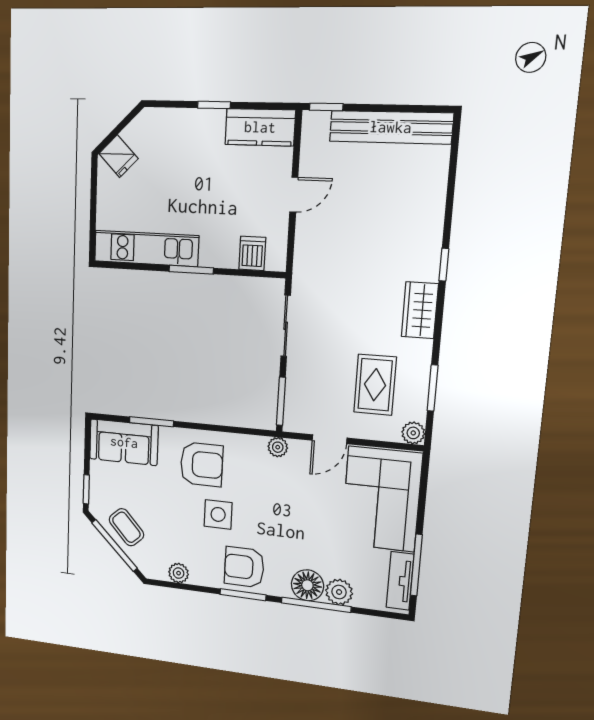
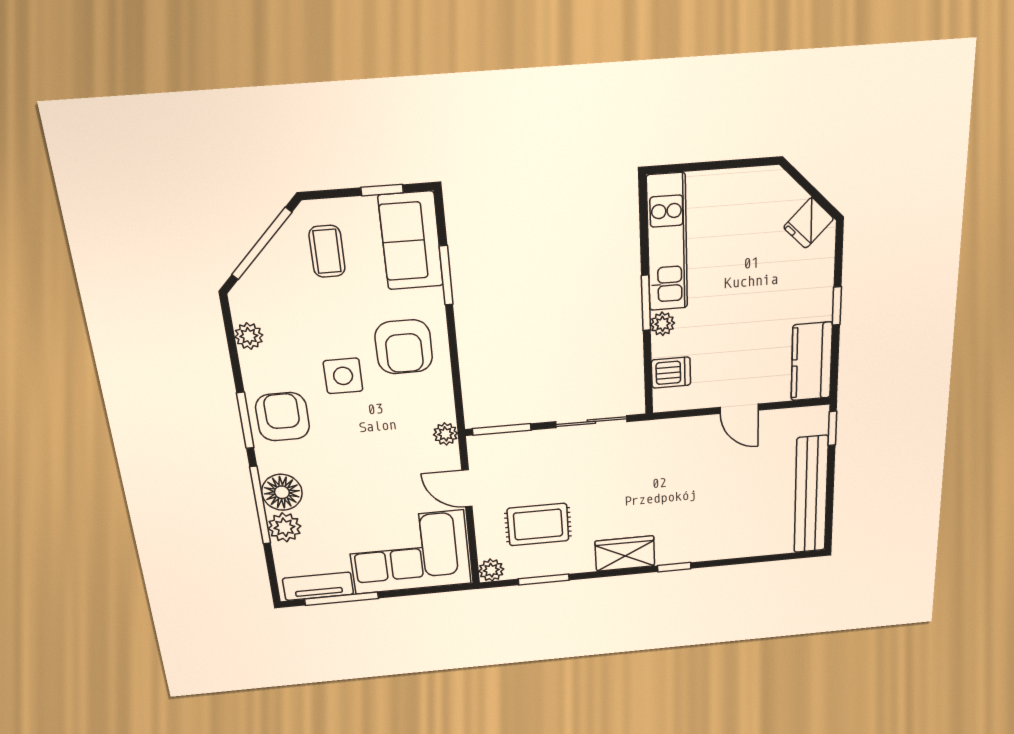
fridge: (119, 156) -> (809, 223), moved
plant: (210, 257) -> (663, 324), added
window: (86, 489) -> (382, 190), moved
coffee table: (126, 527) -> (327, 251), moved, turned -48

